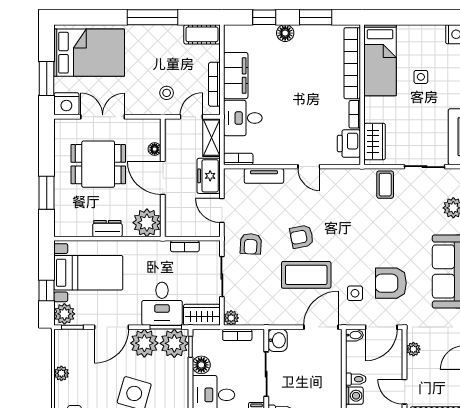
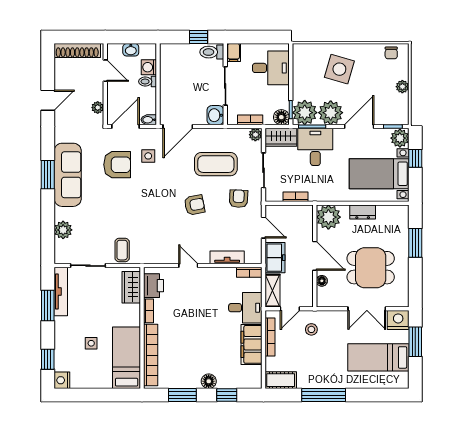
bed: (89, 53) -> (378, 357), width x0.67
coffee table: (306, 275) -> (216, 164), moved
floor lamp: (201, 365) -> (281, 117), moved

